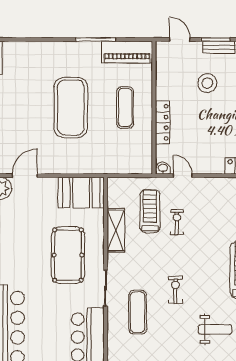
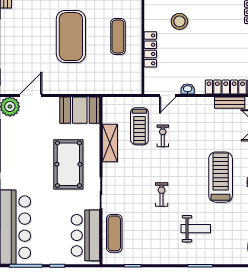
stool: (207, 83) -> (179, 21), moved
washbasin: (163, 168) -> (188, 89), moved
door: (183, 176) -> (168, 95), swing flipped
treadmill: (150, 211) -> (139, 126), turned 180
exercise mat: (138, 312) -> (114, 233), moved

